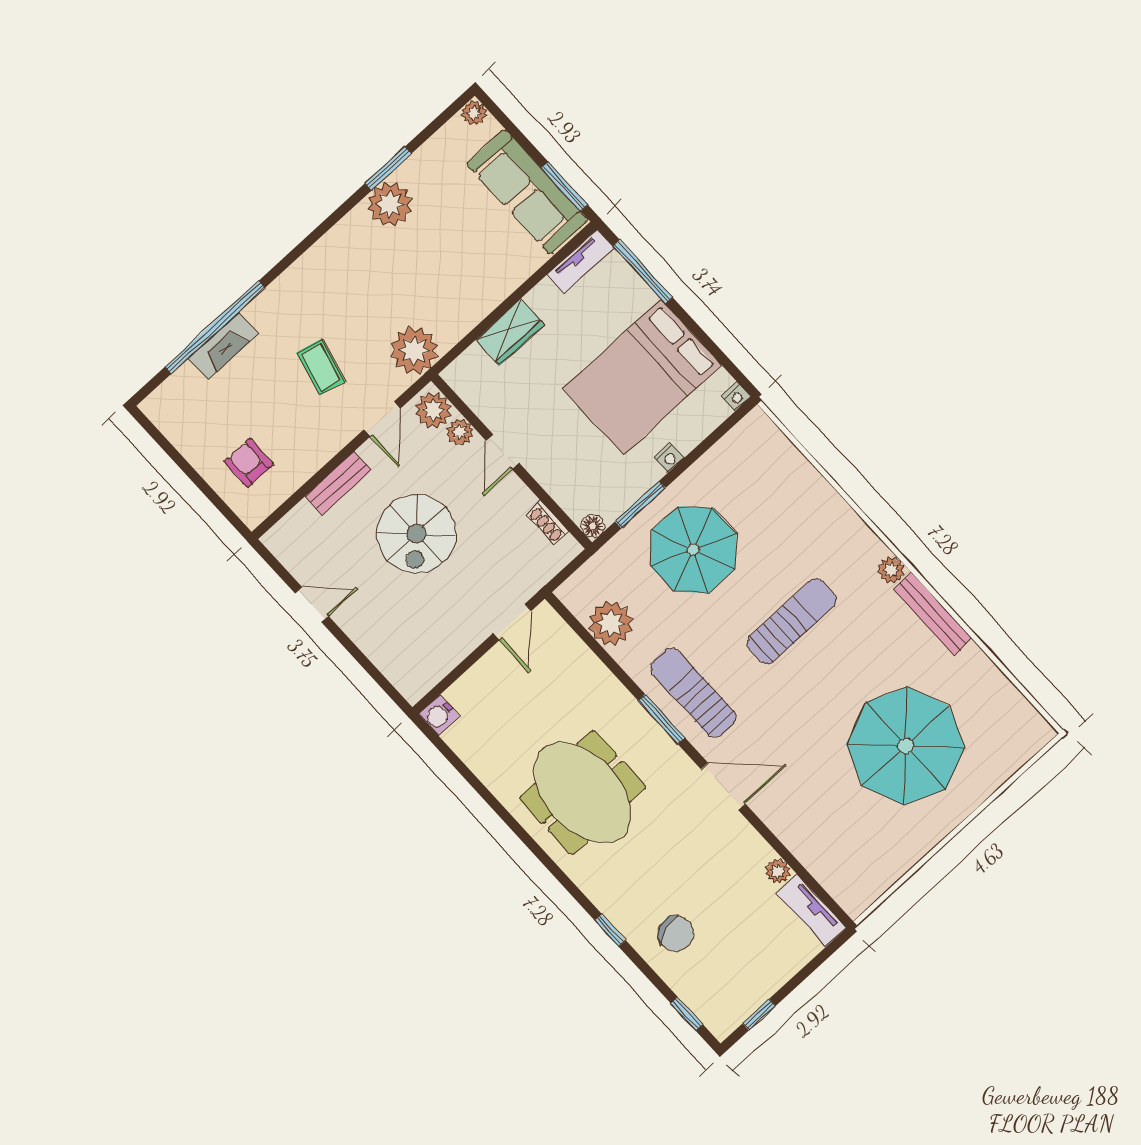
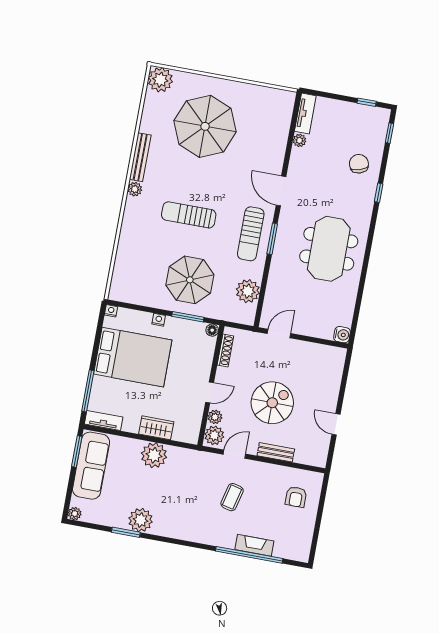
plant: (414, 350) -> (154, 455), moved
shoe rack: (548, 523) -> (225, 350), width x1.43
plant: (1026, 732) -> (160, 80), added

